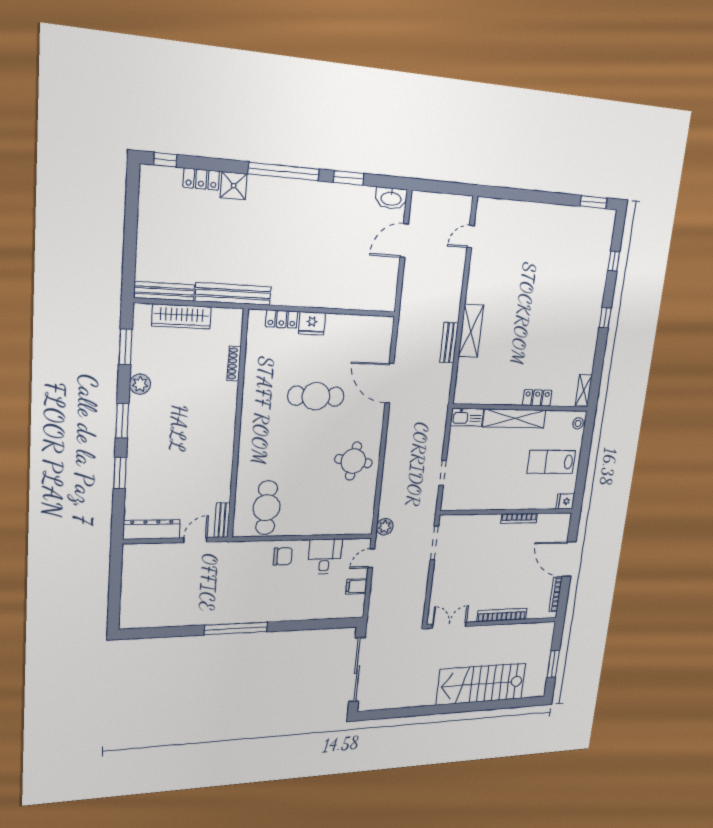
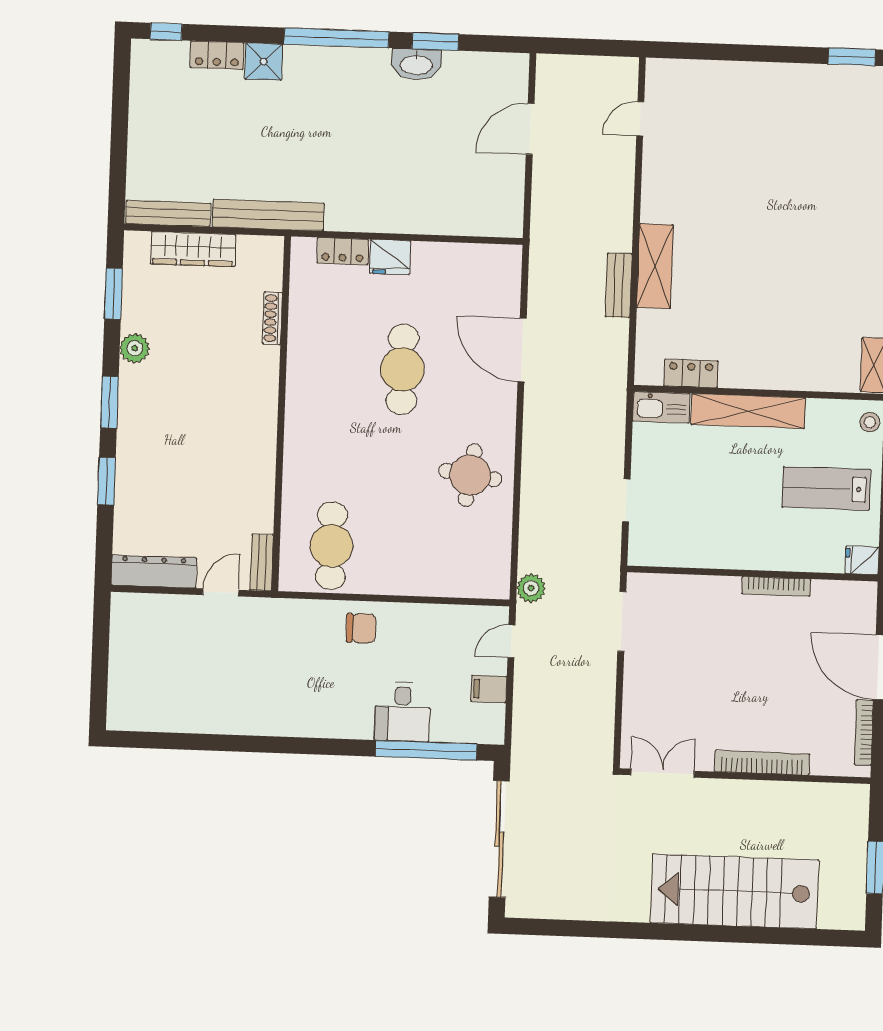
washbasin: (391, 198) -> (416, 64), moved
cafe table: (316, 396) -> (402, 369), turned 90
locker: (537, 398) -> (691, 373), moved
desk: (325, 556) -> (403, 712), moved, turned 180
window: (236, 628) -> (426, 750), moved

